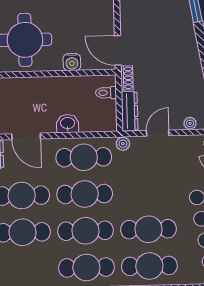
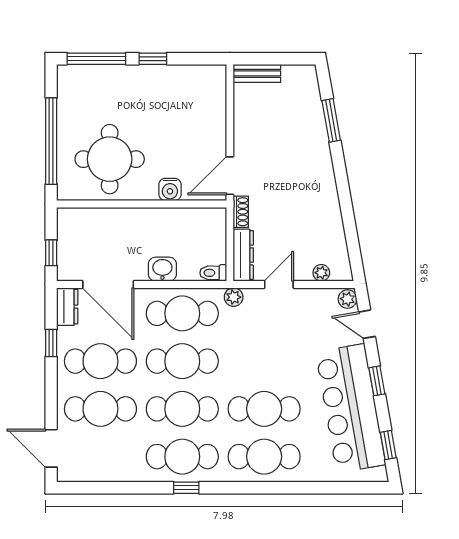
door: (118, 50) -> (230, 176), hinge flipped
toilet: (106, 93) -> (213, 273), moved
door: (26, 136) -> (108, 284), width x1.36

